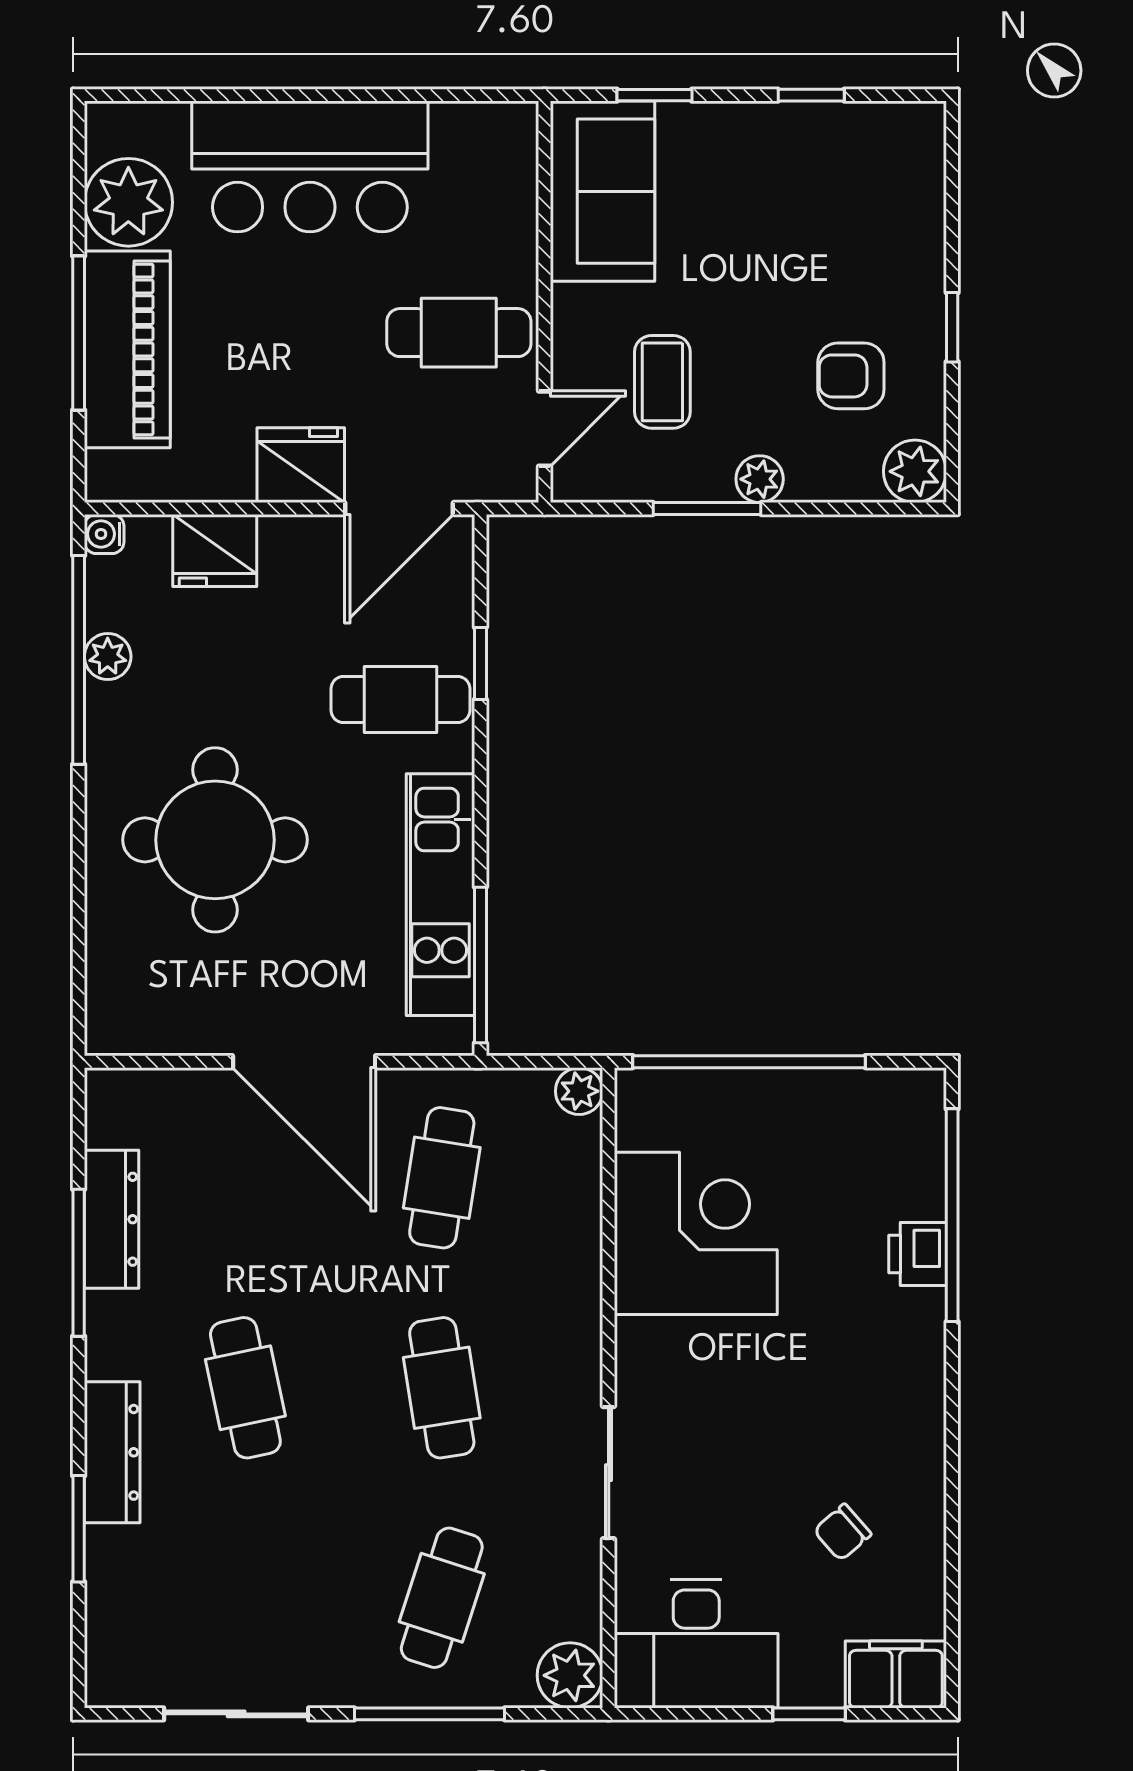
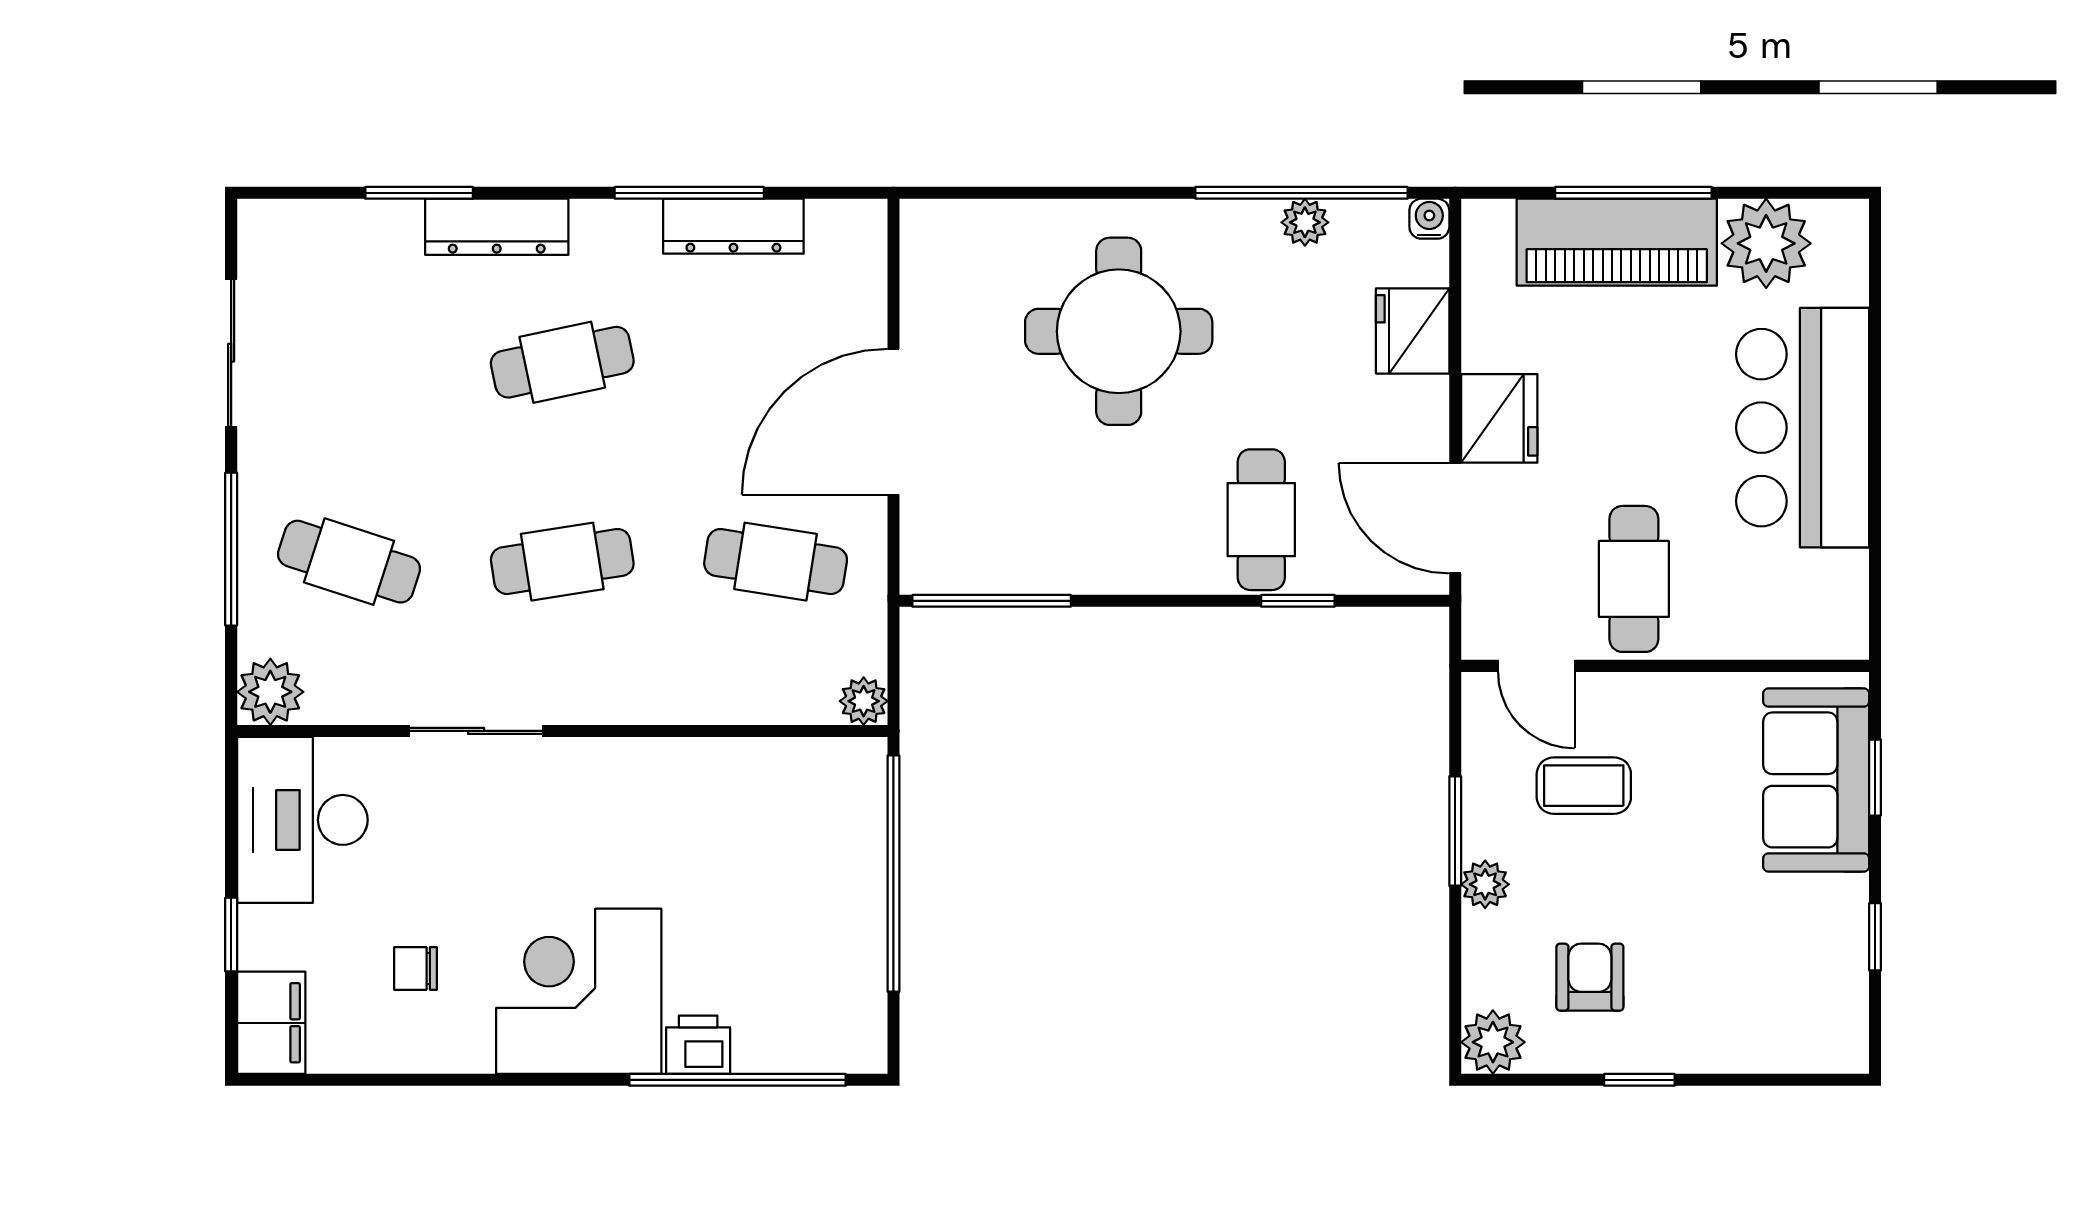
sofa: (603, 191) -> (1816, 780), moved, turned 90
kitchen unit: (441, 895) -> (1063, 560), removed
corner desk: (696, 1233) -> (579, 991), moved, turned 180
chair: (843, 1532) -> (415, 969), turned -49

